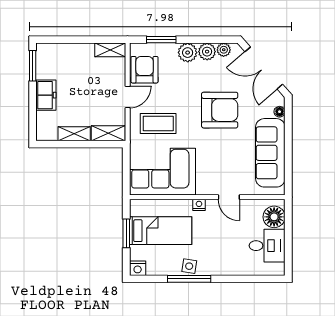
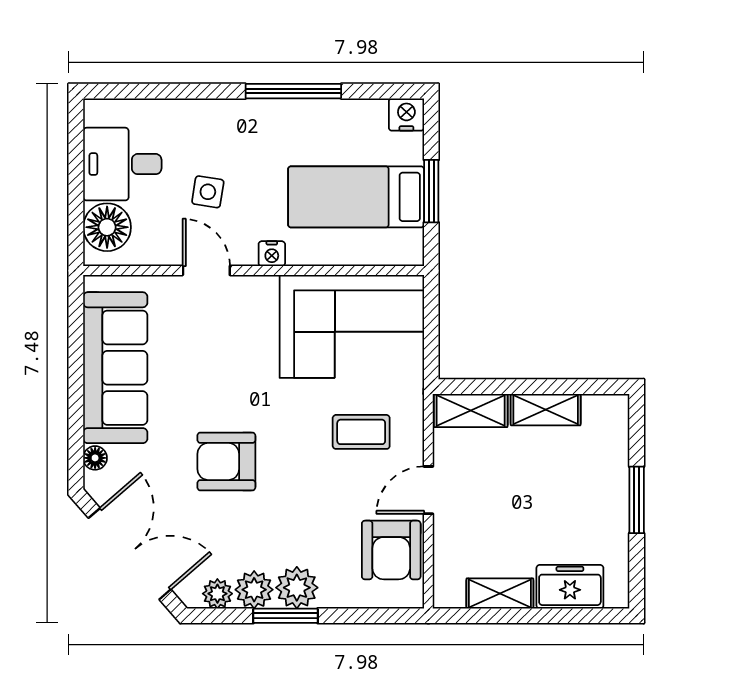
window: (161, 40) -> (285, 616), moved
shelving: (110, 50) -> (500, 593), moved
window: (33, 66) -> (637, 500), moved
freezer: (46, 95) -> (570, 587), moved, turned 90
armchair: (220, 110) -> (226, 461), width x0.73, depth x0.73
coffee table: (158, 124) -> (361, 432), width x0.73, depth x0.77
side table: (189, 266) -> (208, 192), moved

